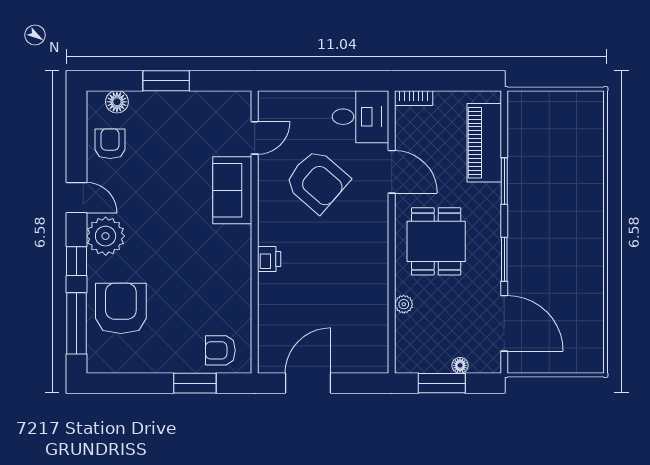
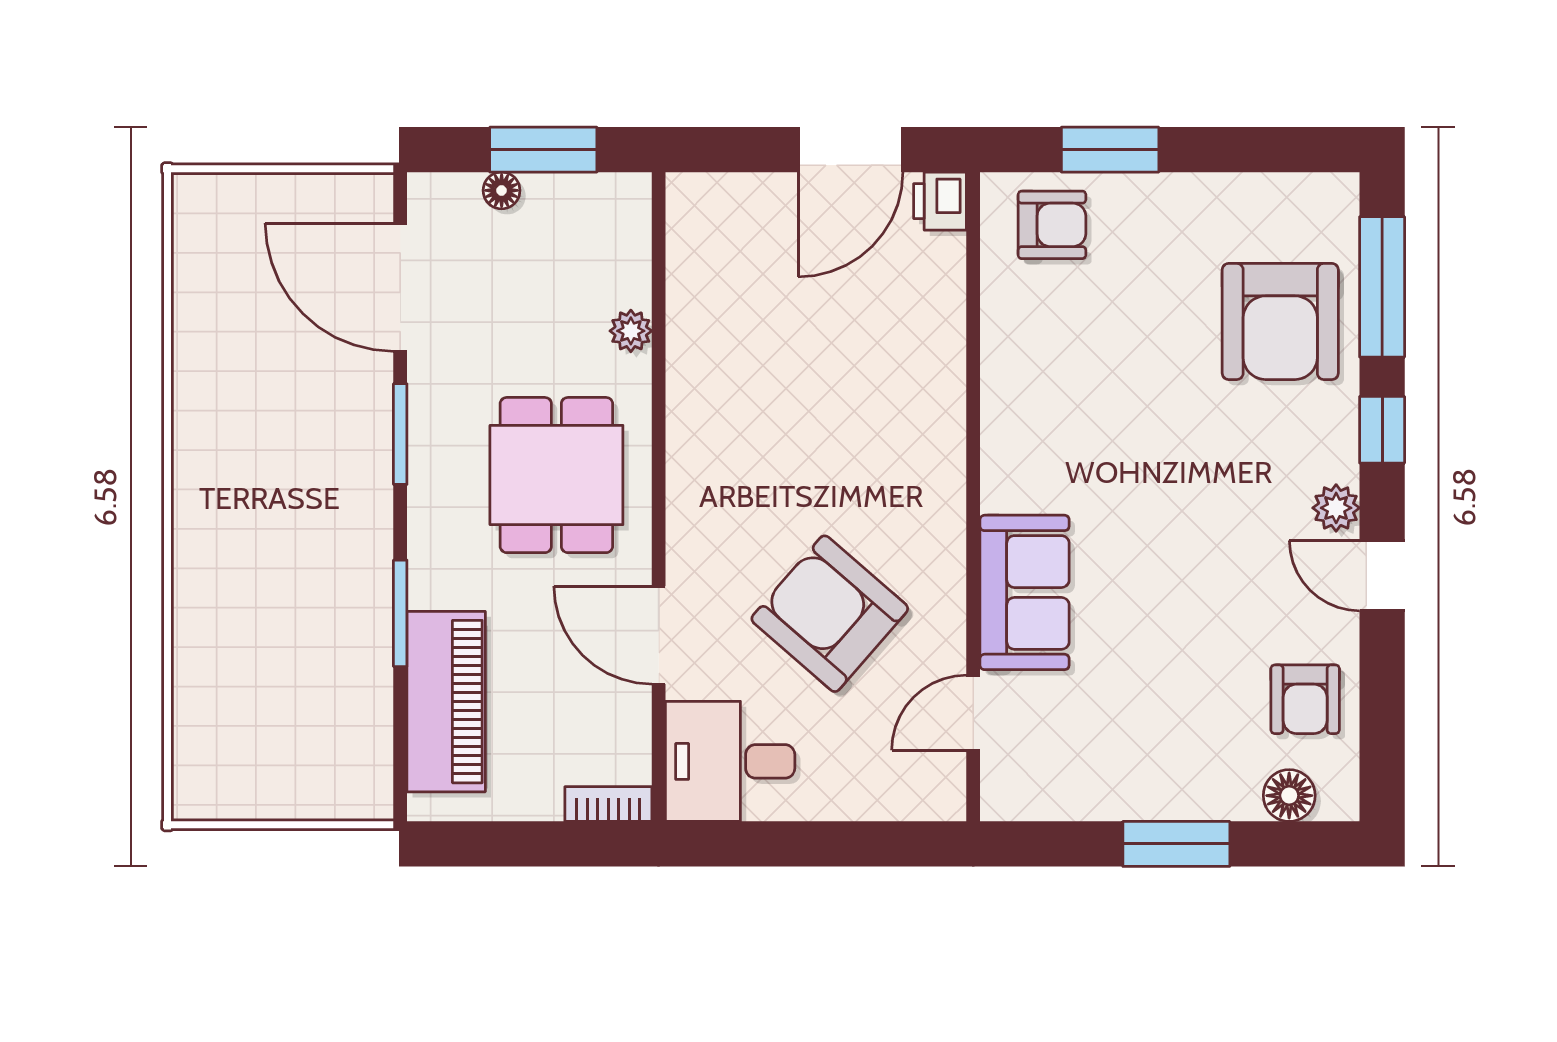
plant: (106, 236) -> (1336, 508), width x0.53, depth x0.53
printer: (269, 259) -> (940, 201), moved

